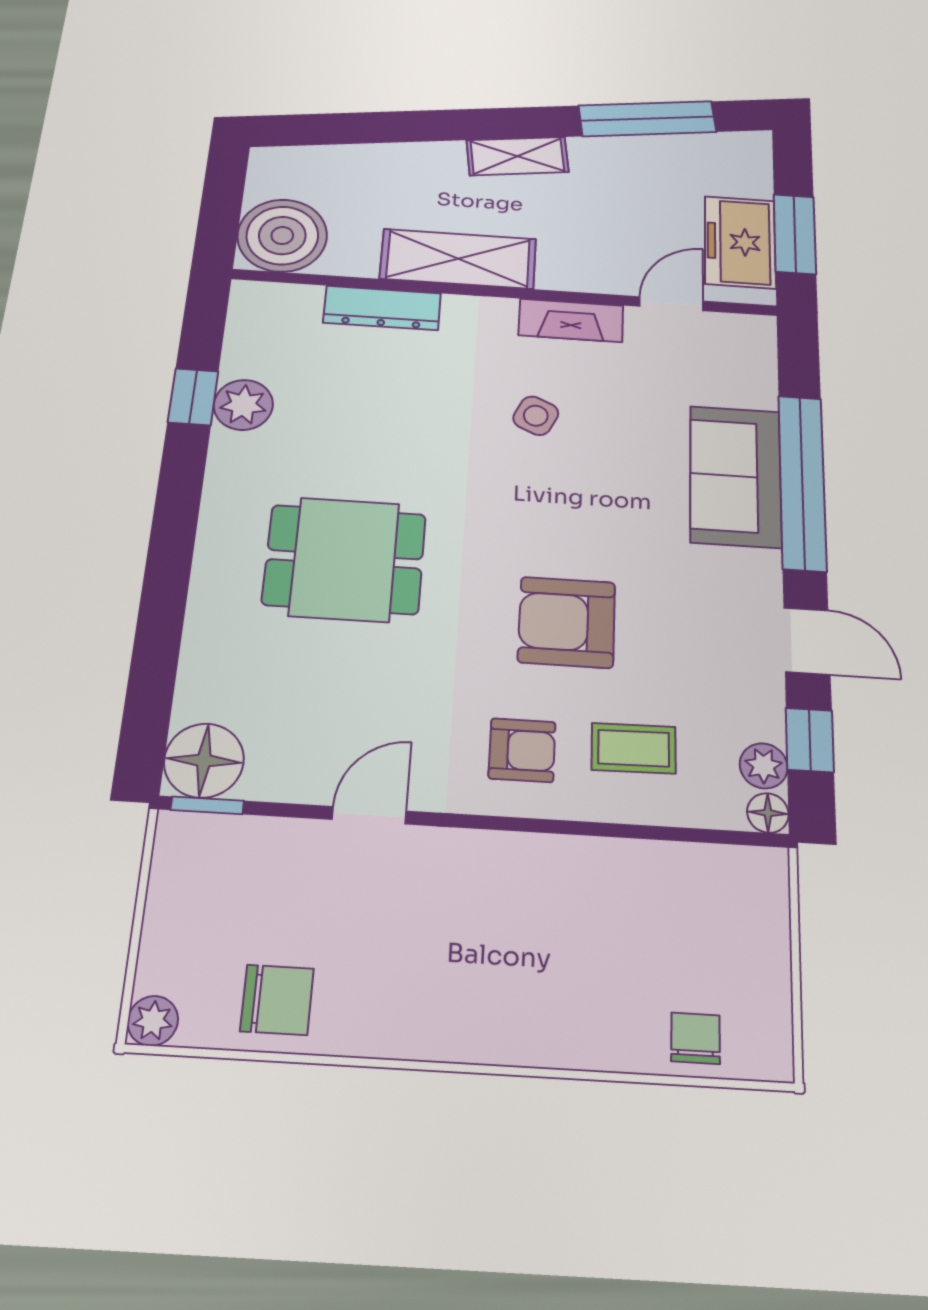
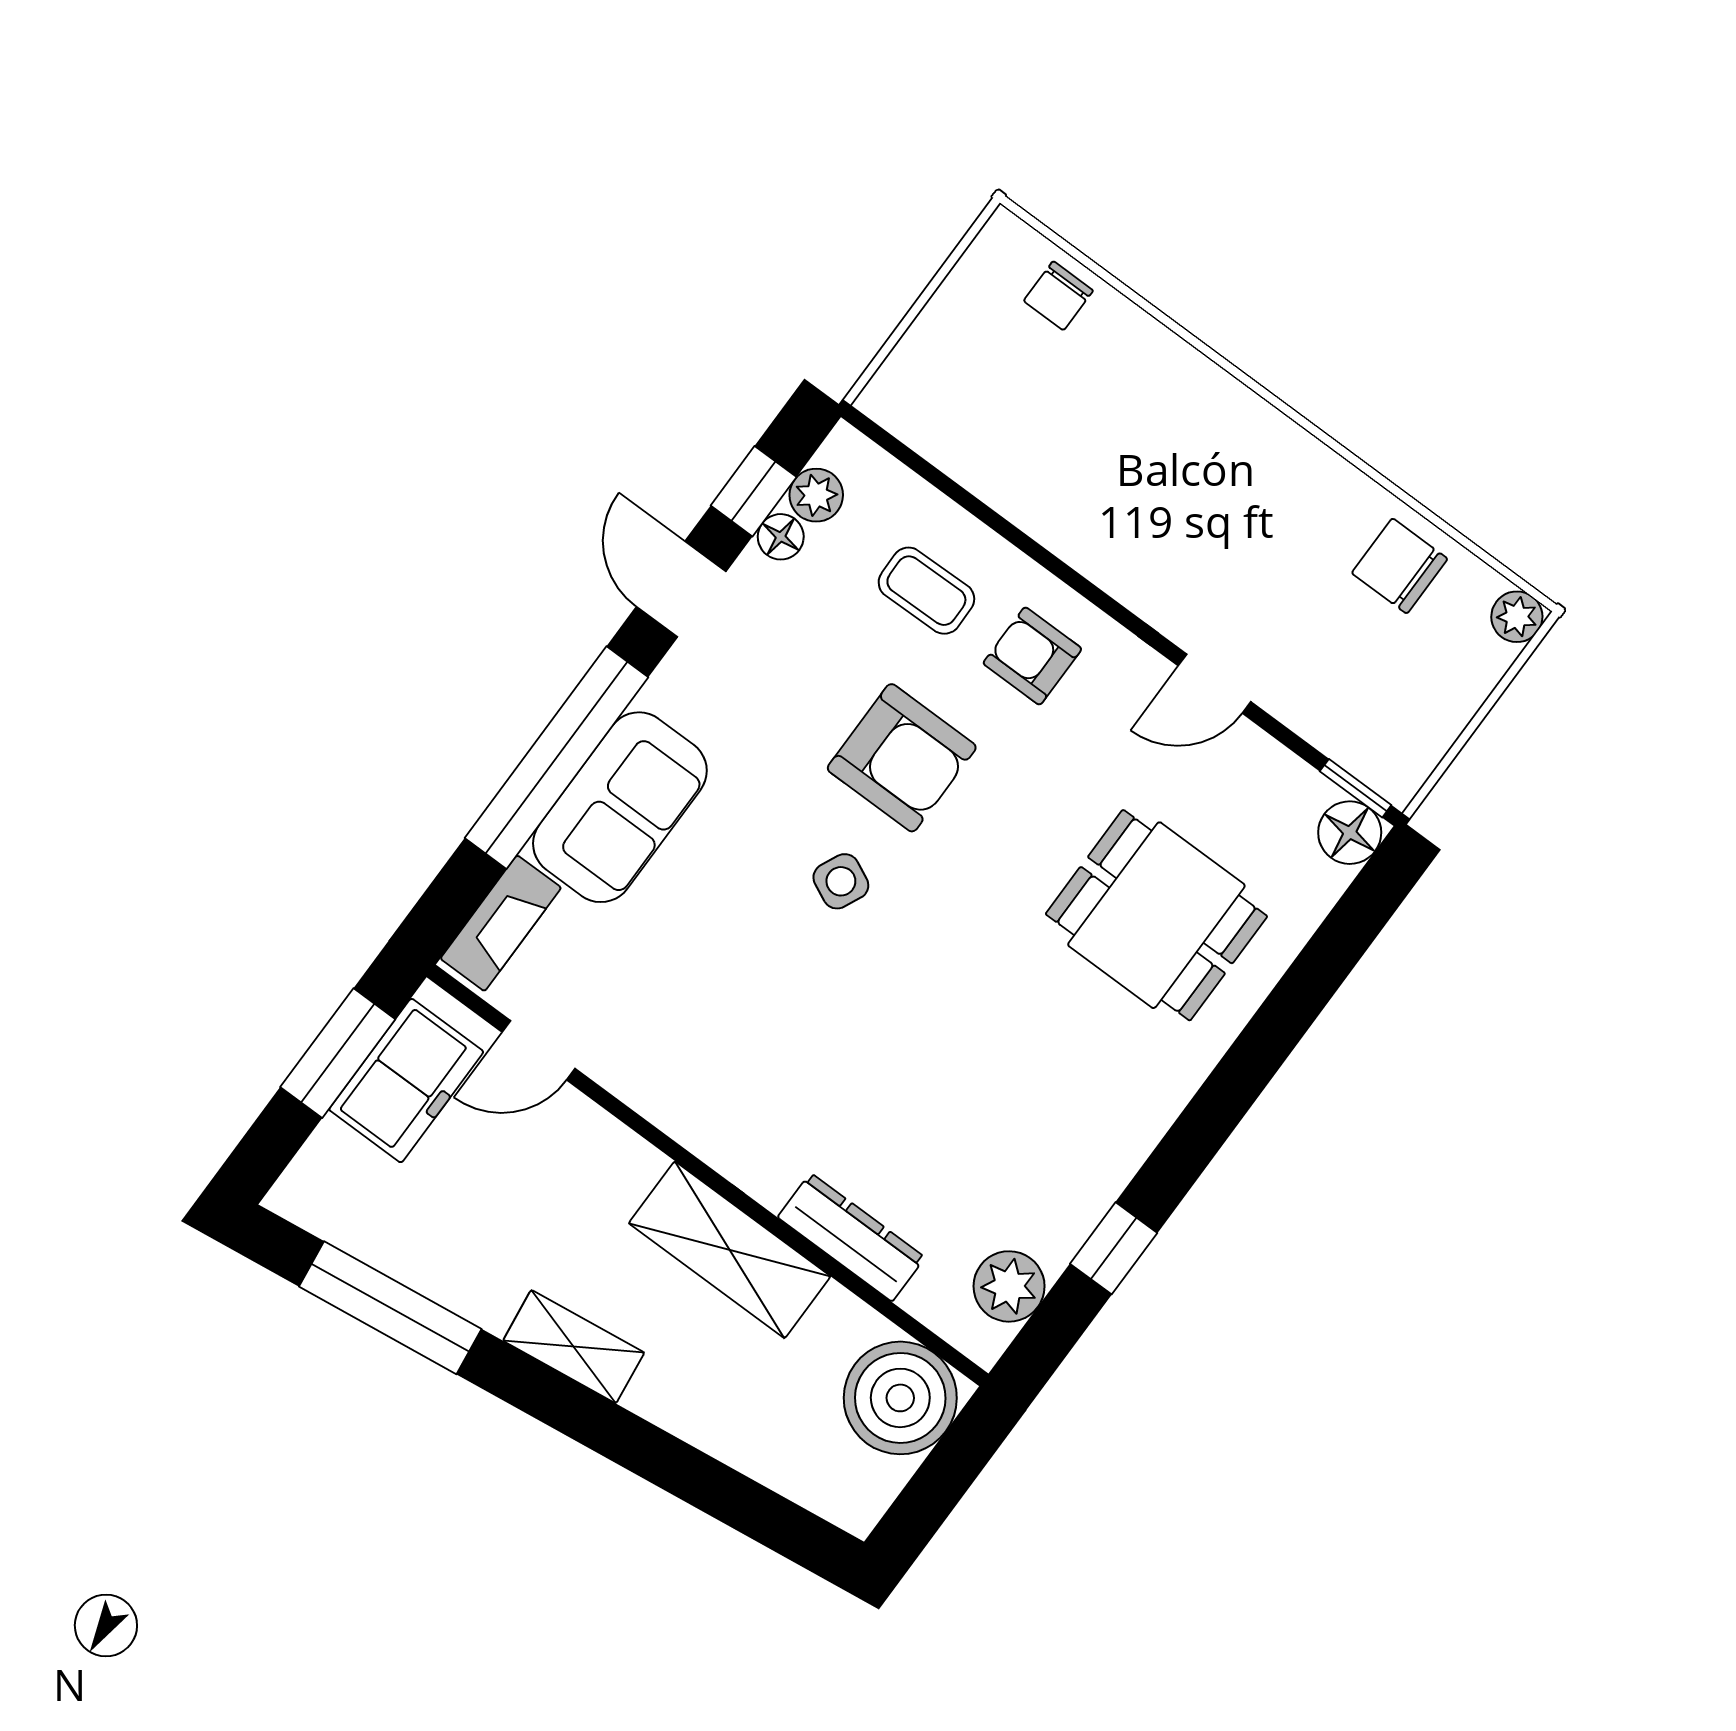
fireplace: (571, 320) -> (501, 923), moved, turned 90
plant: (243, 405) -> (1009, 1286), moved
side table: (536, 416) -> (841, 881), moved
dining table: (344, 559) -> (1156, 915), moved
floor lamp: (204, 761) -> (1350, 833), width x0.73, depth x0.73
floor lamp: (768, 813) -> (781, 537), moved

